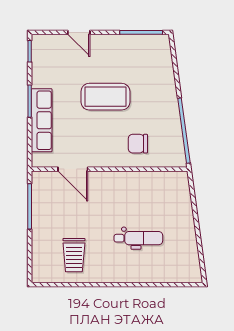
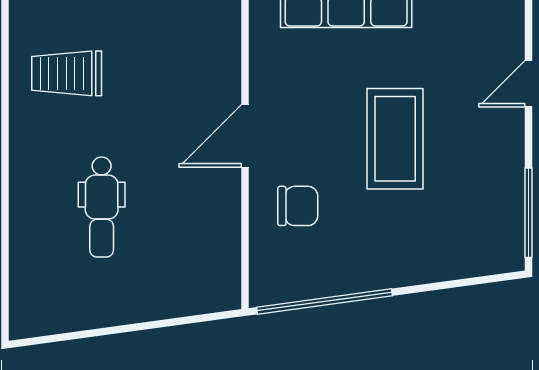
chair: (138, 144) -> (298, 206), turned 90
door: (73, 169) -> (245, 136), moved

